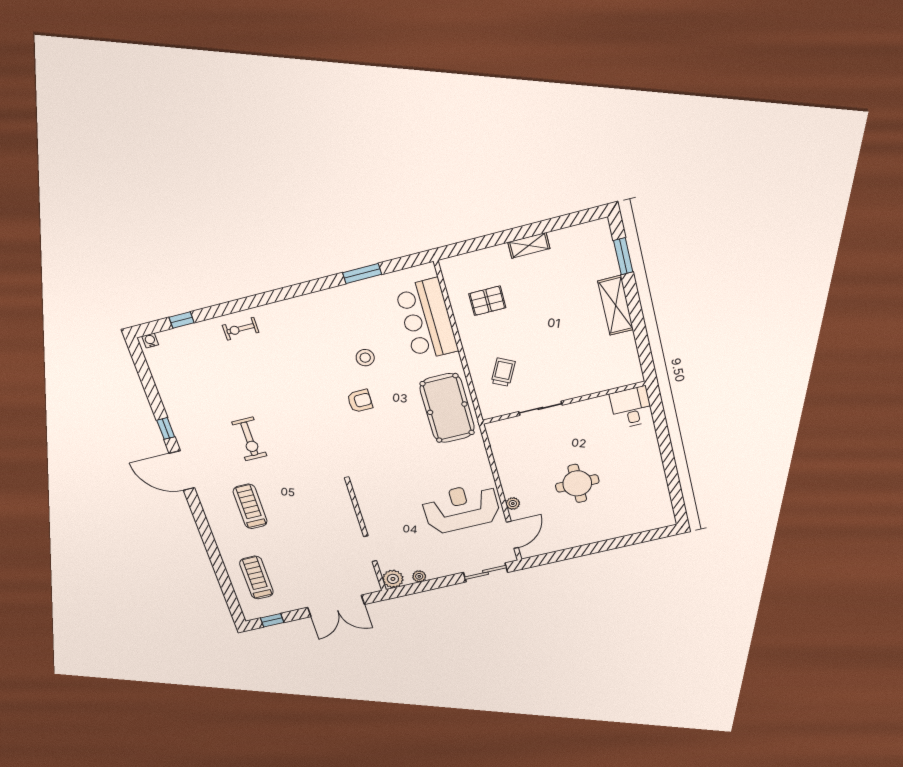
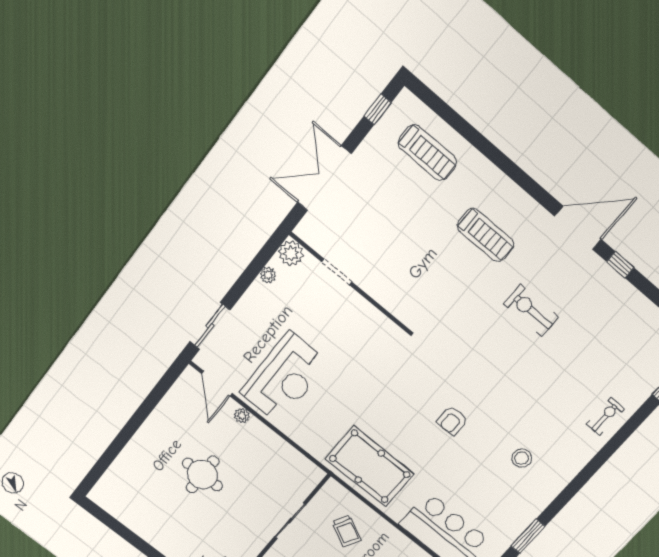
stool: (365, 358) -> (522, 458), moved

